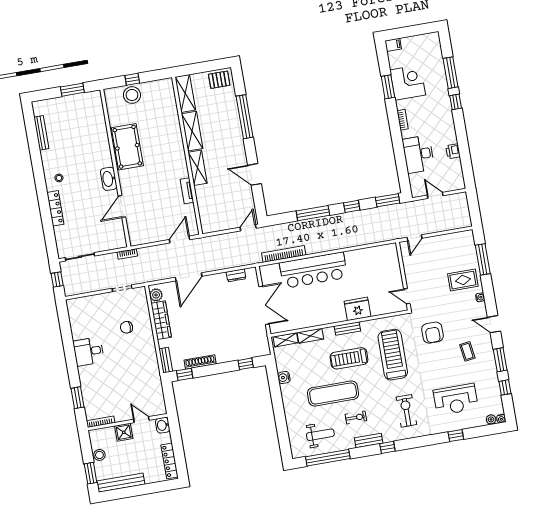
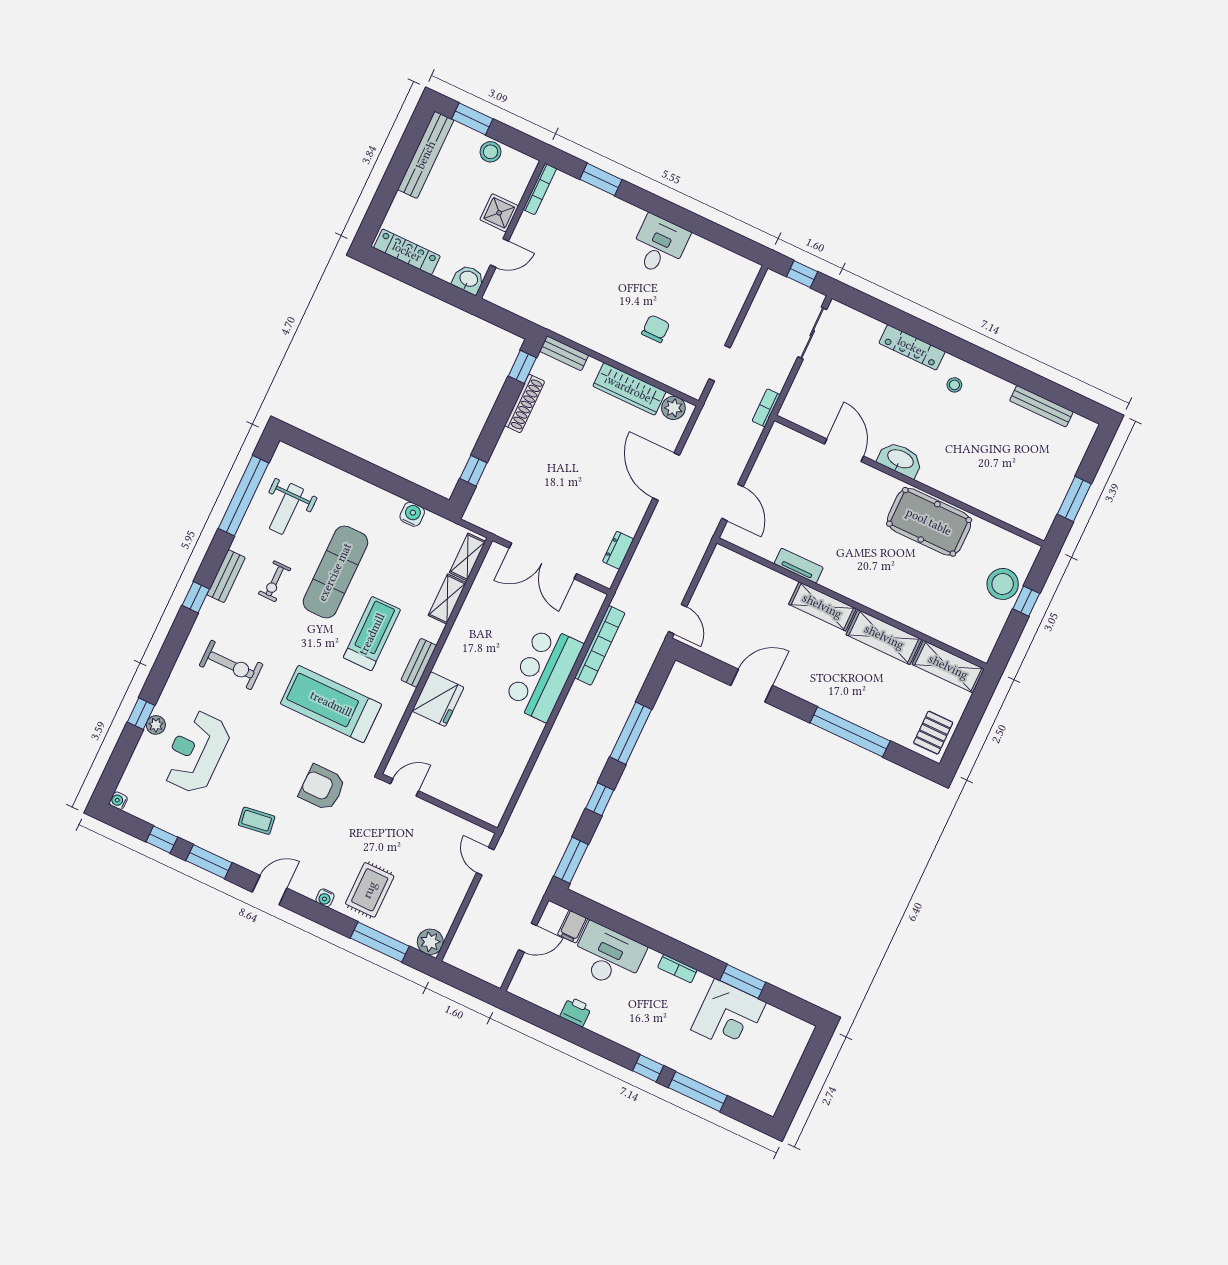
filing cabinet: (393, 45) -> (573, 927), moved
plant: (467, 237) -> (430, 942), added
bar counter: (313, 270) -> (544, 673), width x0.73
treadmill: (393, 355) -> (331, 704), turned 180
plant: (491, 419) -> (156, 725), moved

